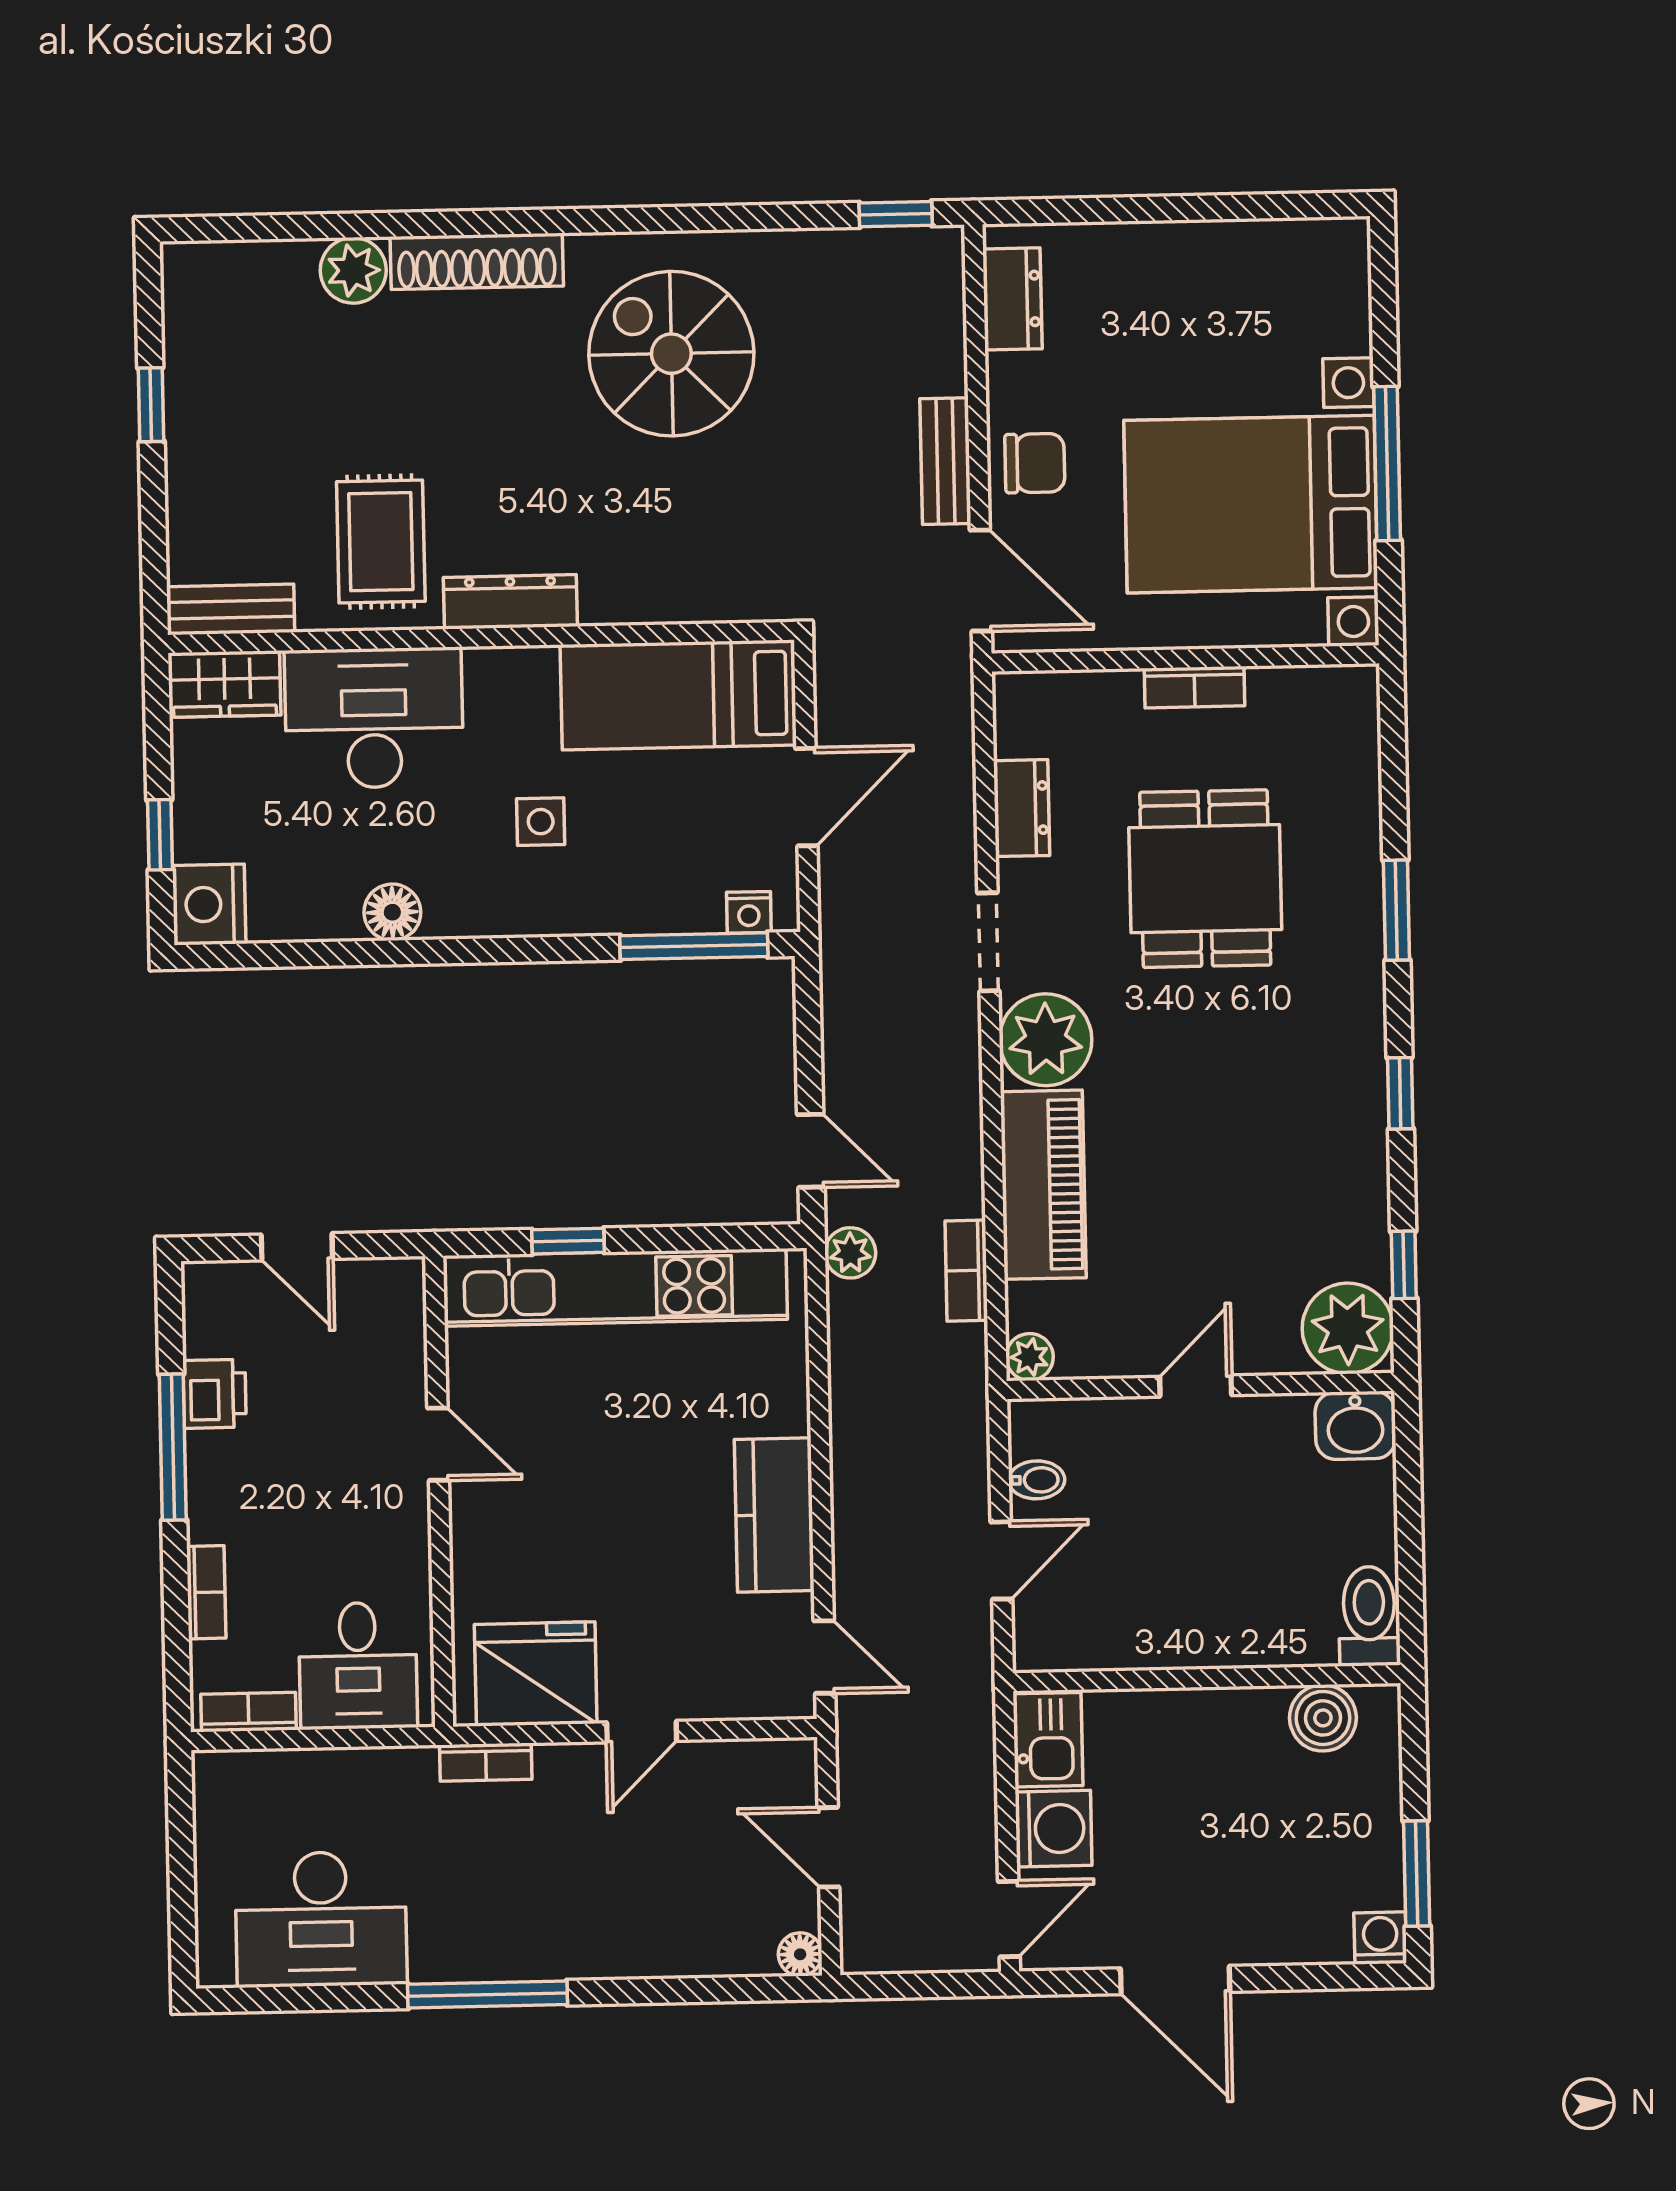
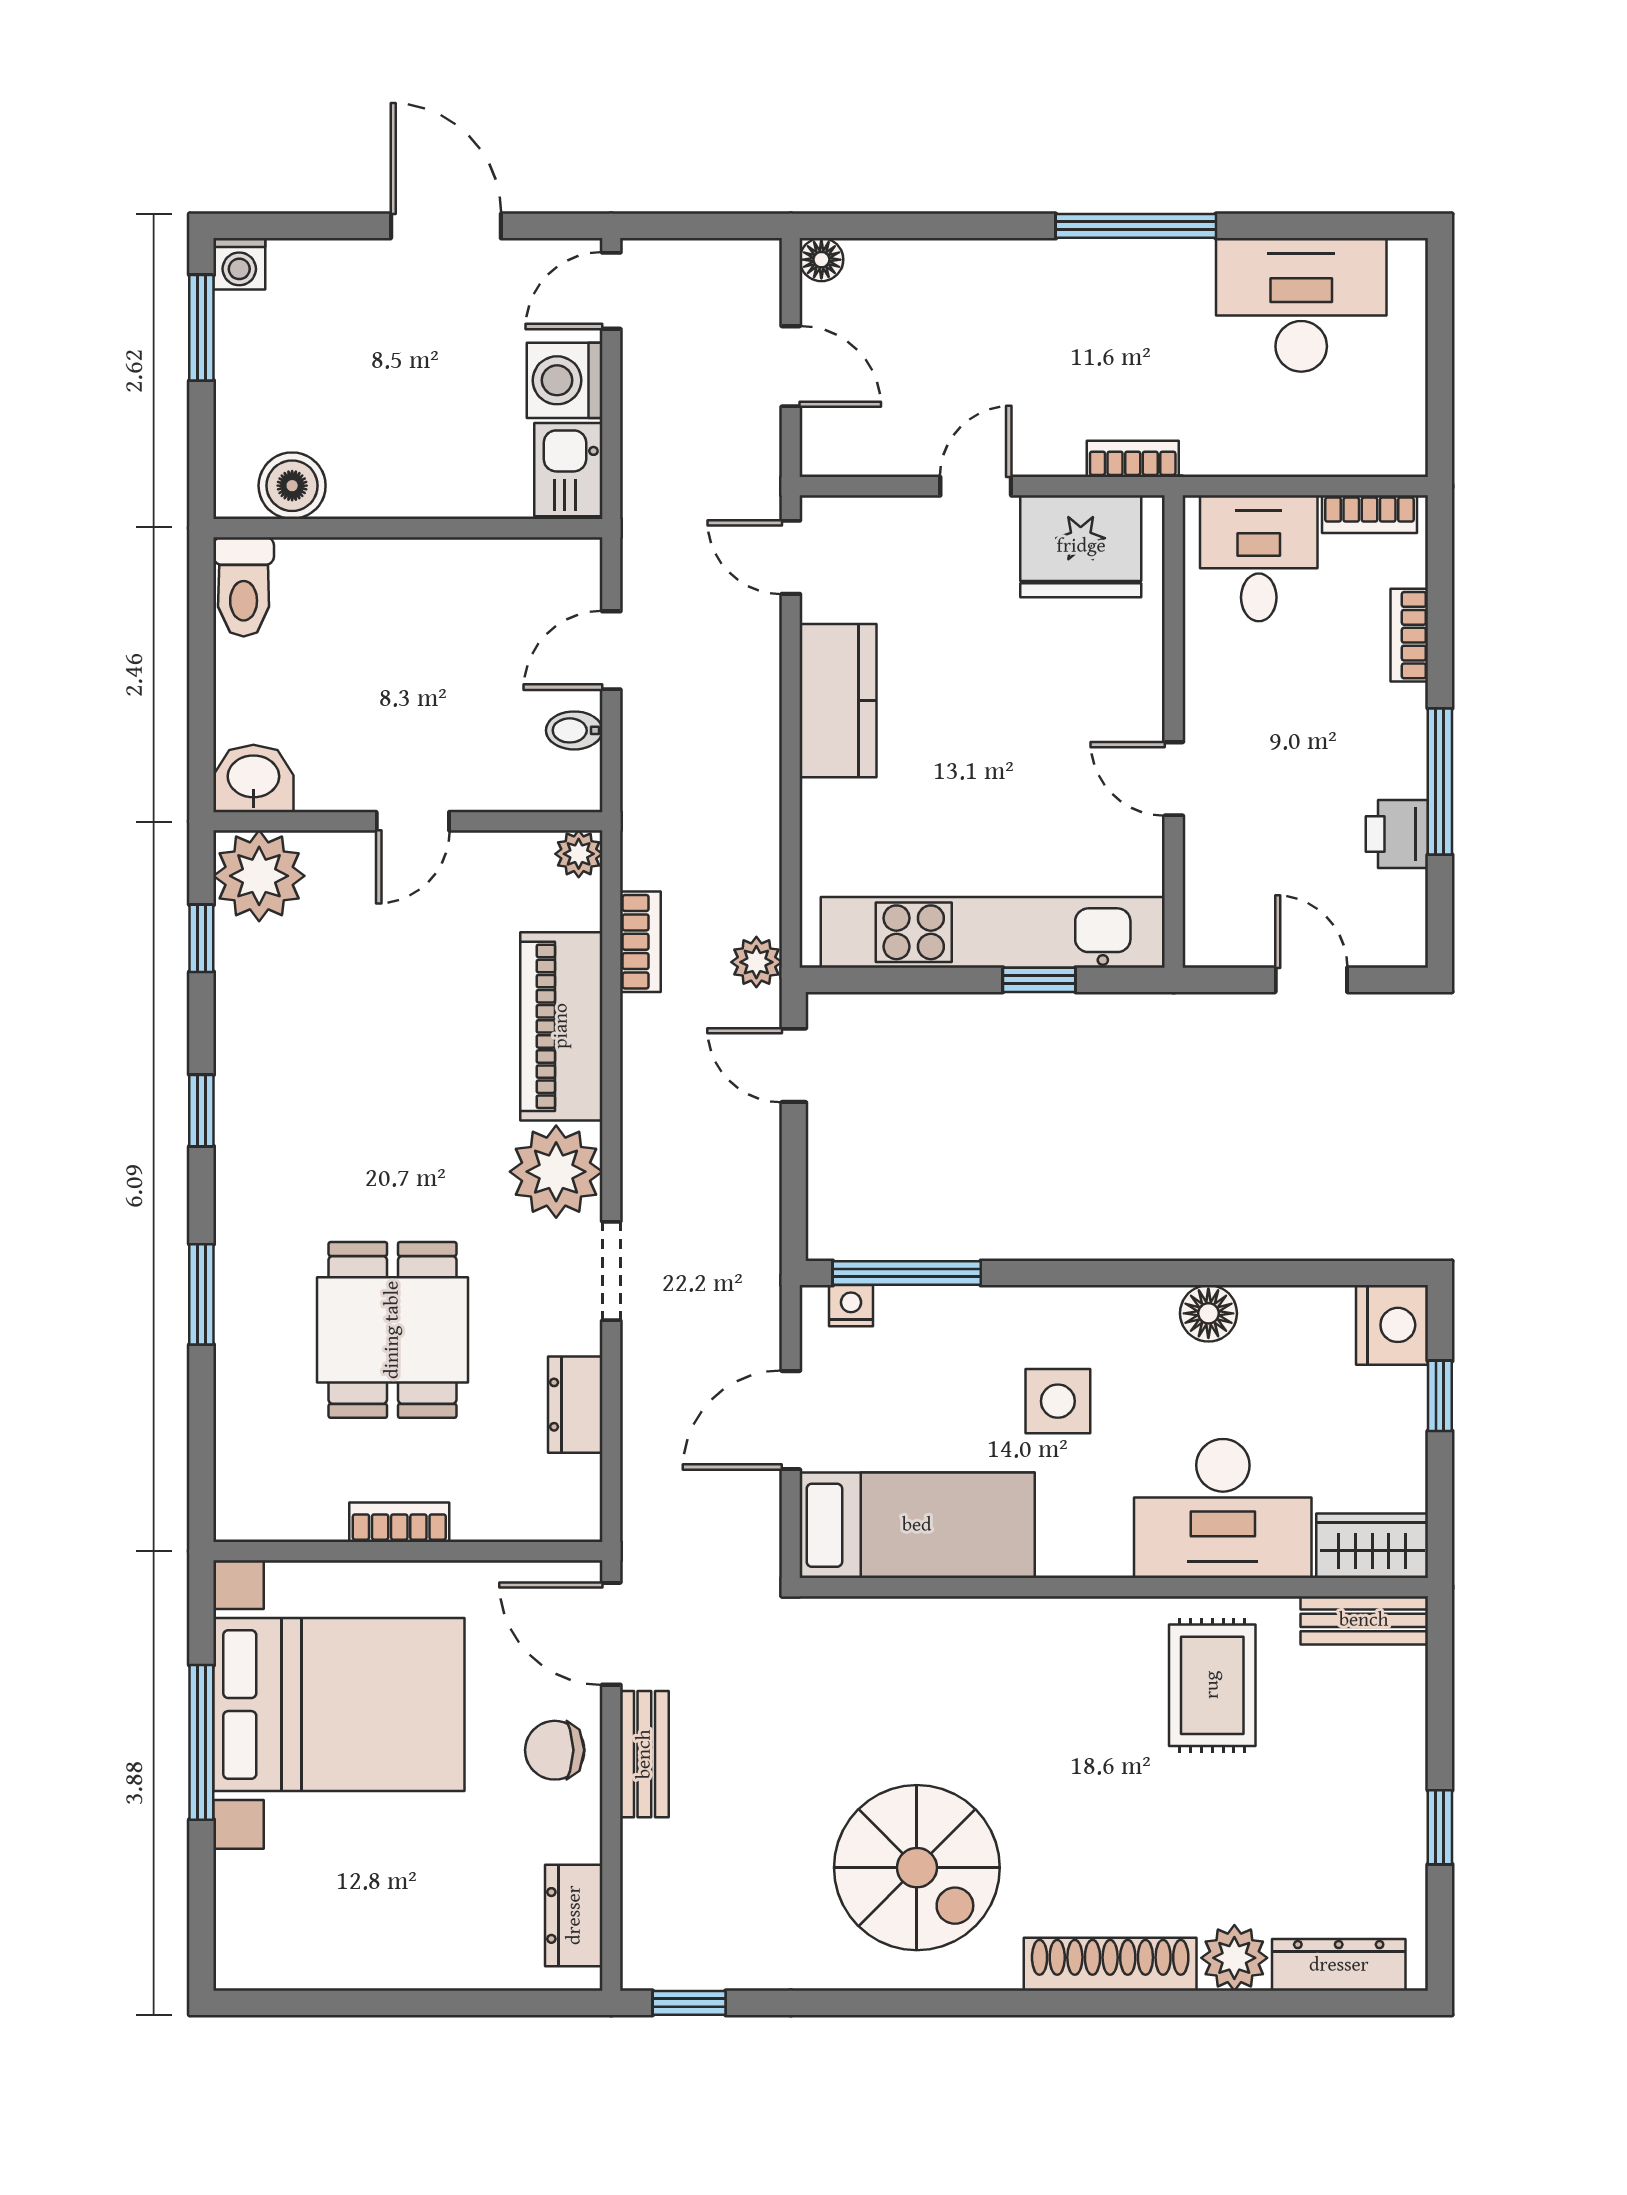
dresser: (510, 602) -> (1339, 1965), moved, turned 180
side table: (541, 822) -> (1058, 1401), width x1.37, depth x1.37

